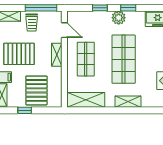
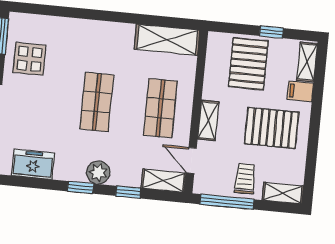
shop shelf: (124, 59) -> (97, 102), width x0.70, depth x0.74
shelving: (128, 102) -> (164, 181), moved

